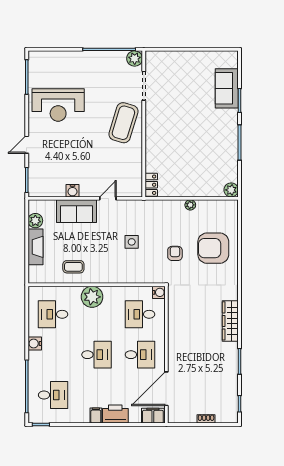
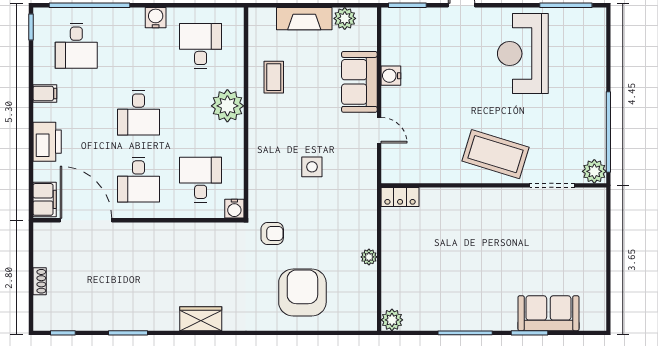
armchair: (175, 253) -> (272, 234), moved
wardrobe: (230, 321) -> (201, 319), width x0.67
filing cabinet: (96, 415) -> (45, 93), moved

